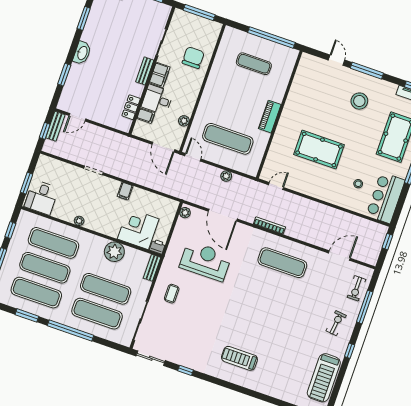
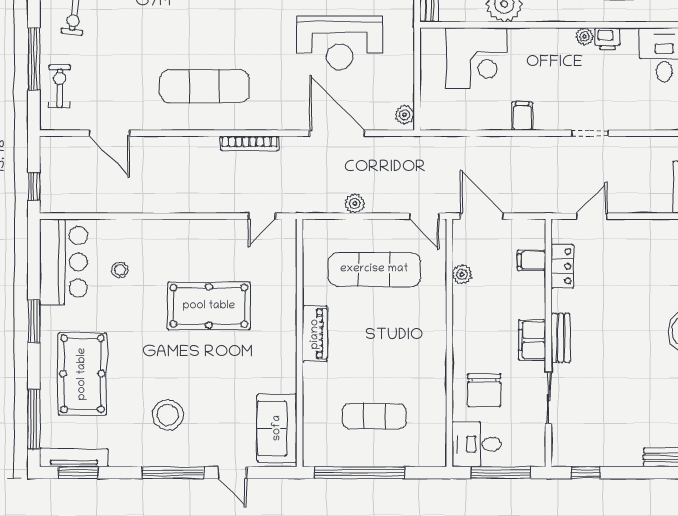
sofa: (306, 75) -> (277, 428), added
desk: (157, 100) -> (476, 444), moved, turned 180
door: (77, 117) -> (592, 216), moved
printer: (157, 247) -> (607, 39), moved
door: (339, 256) -> (109, 133), hinge flipped

